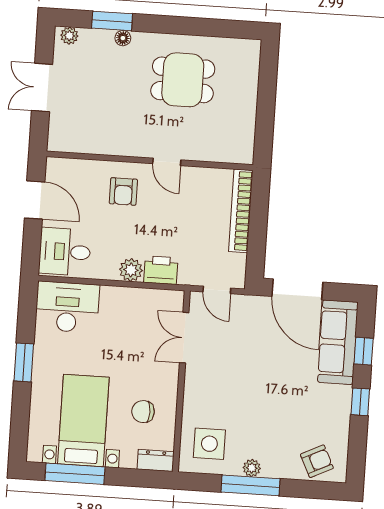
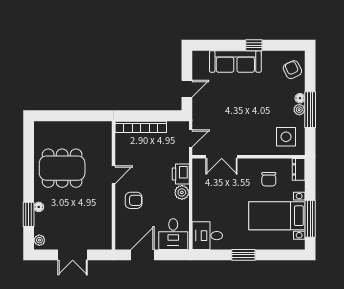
dining table: (183, 80) -> (62, 168), width x1.38
door: (297, 289) -> (187, 89), width x0.53
desk: (67, 307) -> (207, 236), width x0.73
sofa: (338, 342) -> (235, 61), moved
window: (364, 351) -> (222, 45), removed
floor lamp: (270, 470) -> (300, 98), added

